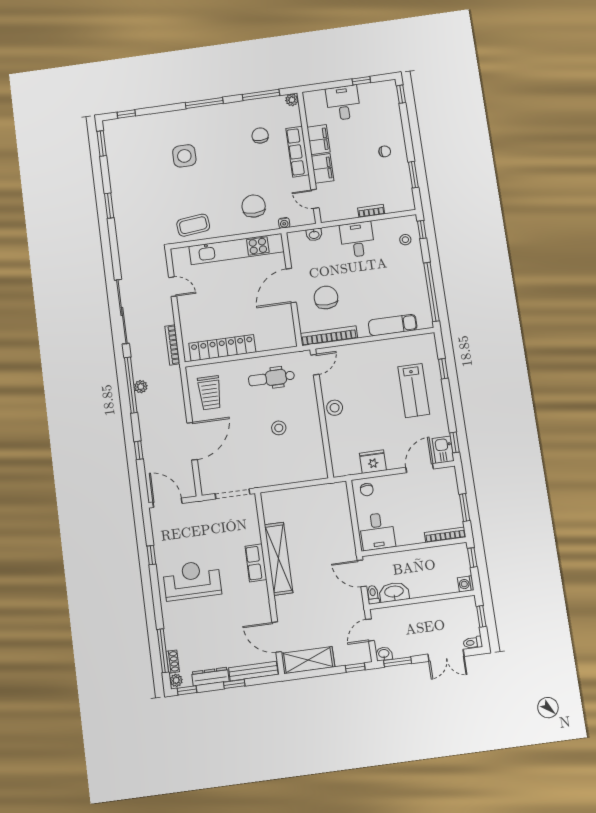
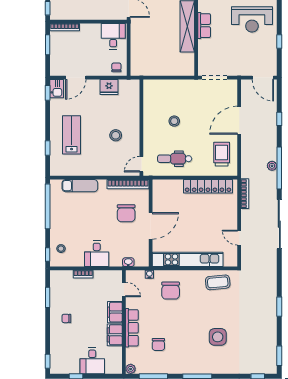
dental chair: (271, 378) -> (175, 159), turned 180
stool: (335, 408) -> (116, 135), moved

